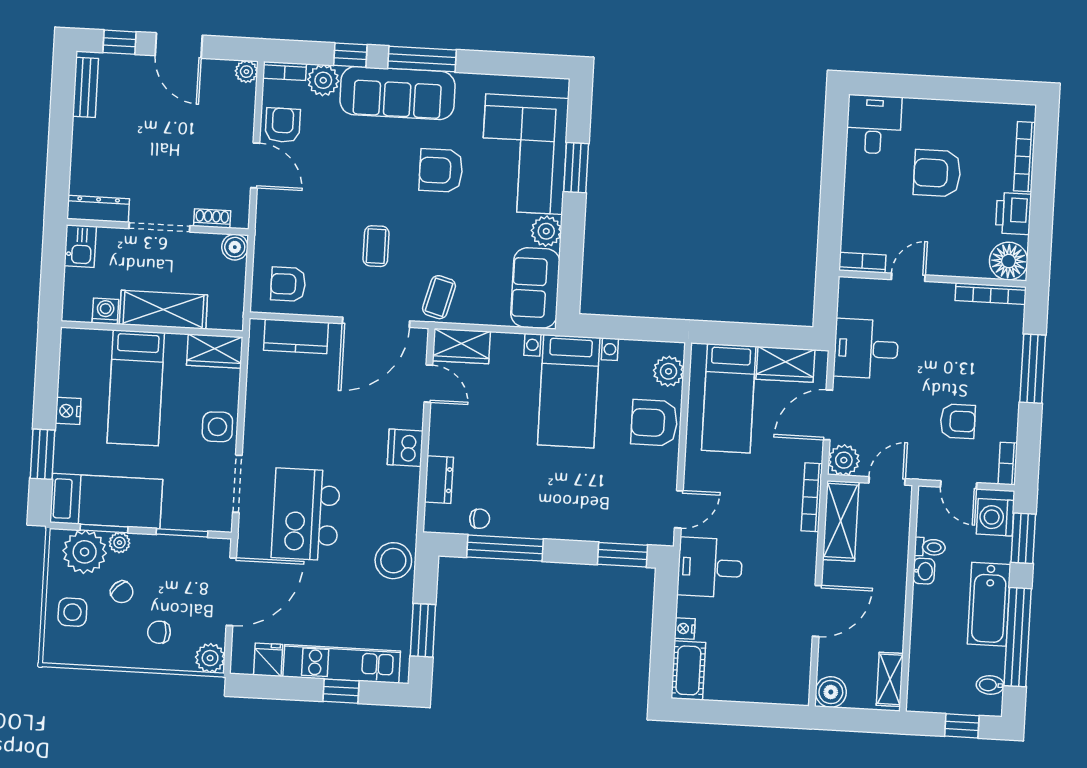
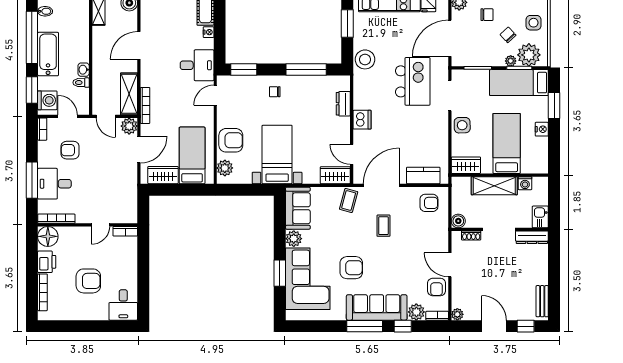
desk: (866, 349) -> (54, 184), moved, turned 180
door: (887, 481) -> (106, 116), hinge flipped
chair: (480, 519) -> (275, 92), moved

